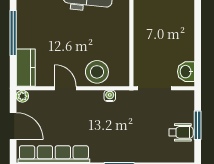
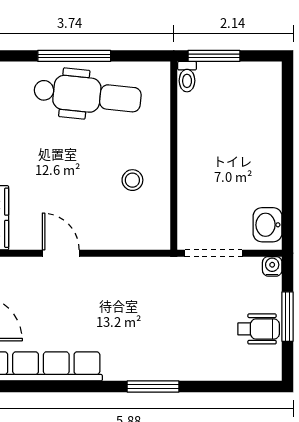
stool: (97, 72) -> (132, 180), moved, width x0.53, depth x0.53
water cooler: (110, 96) -> (272, 266), moved

